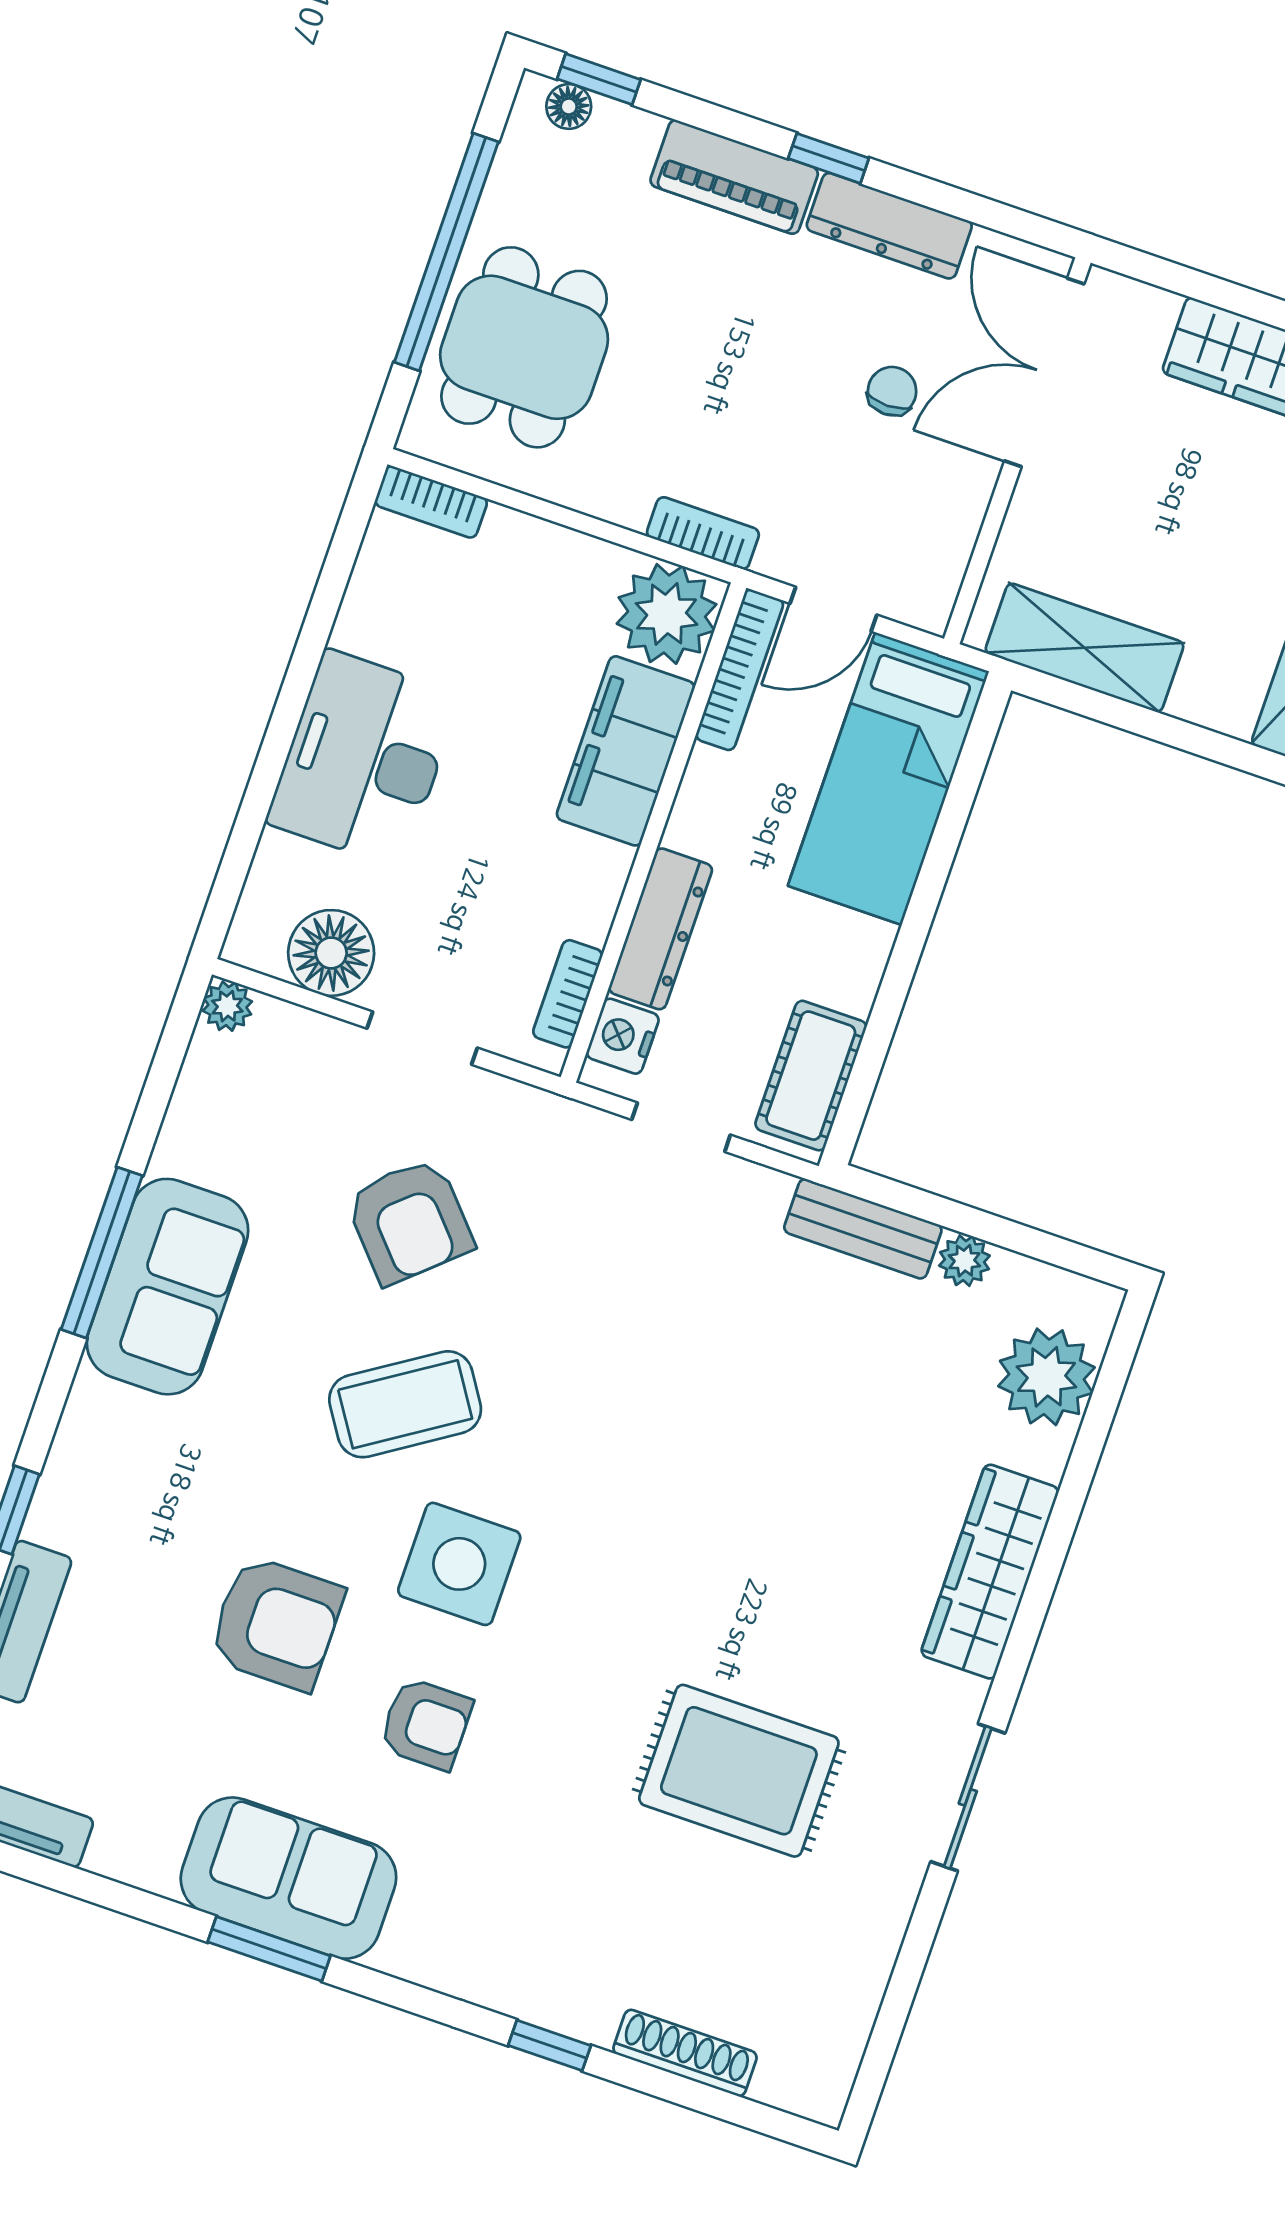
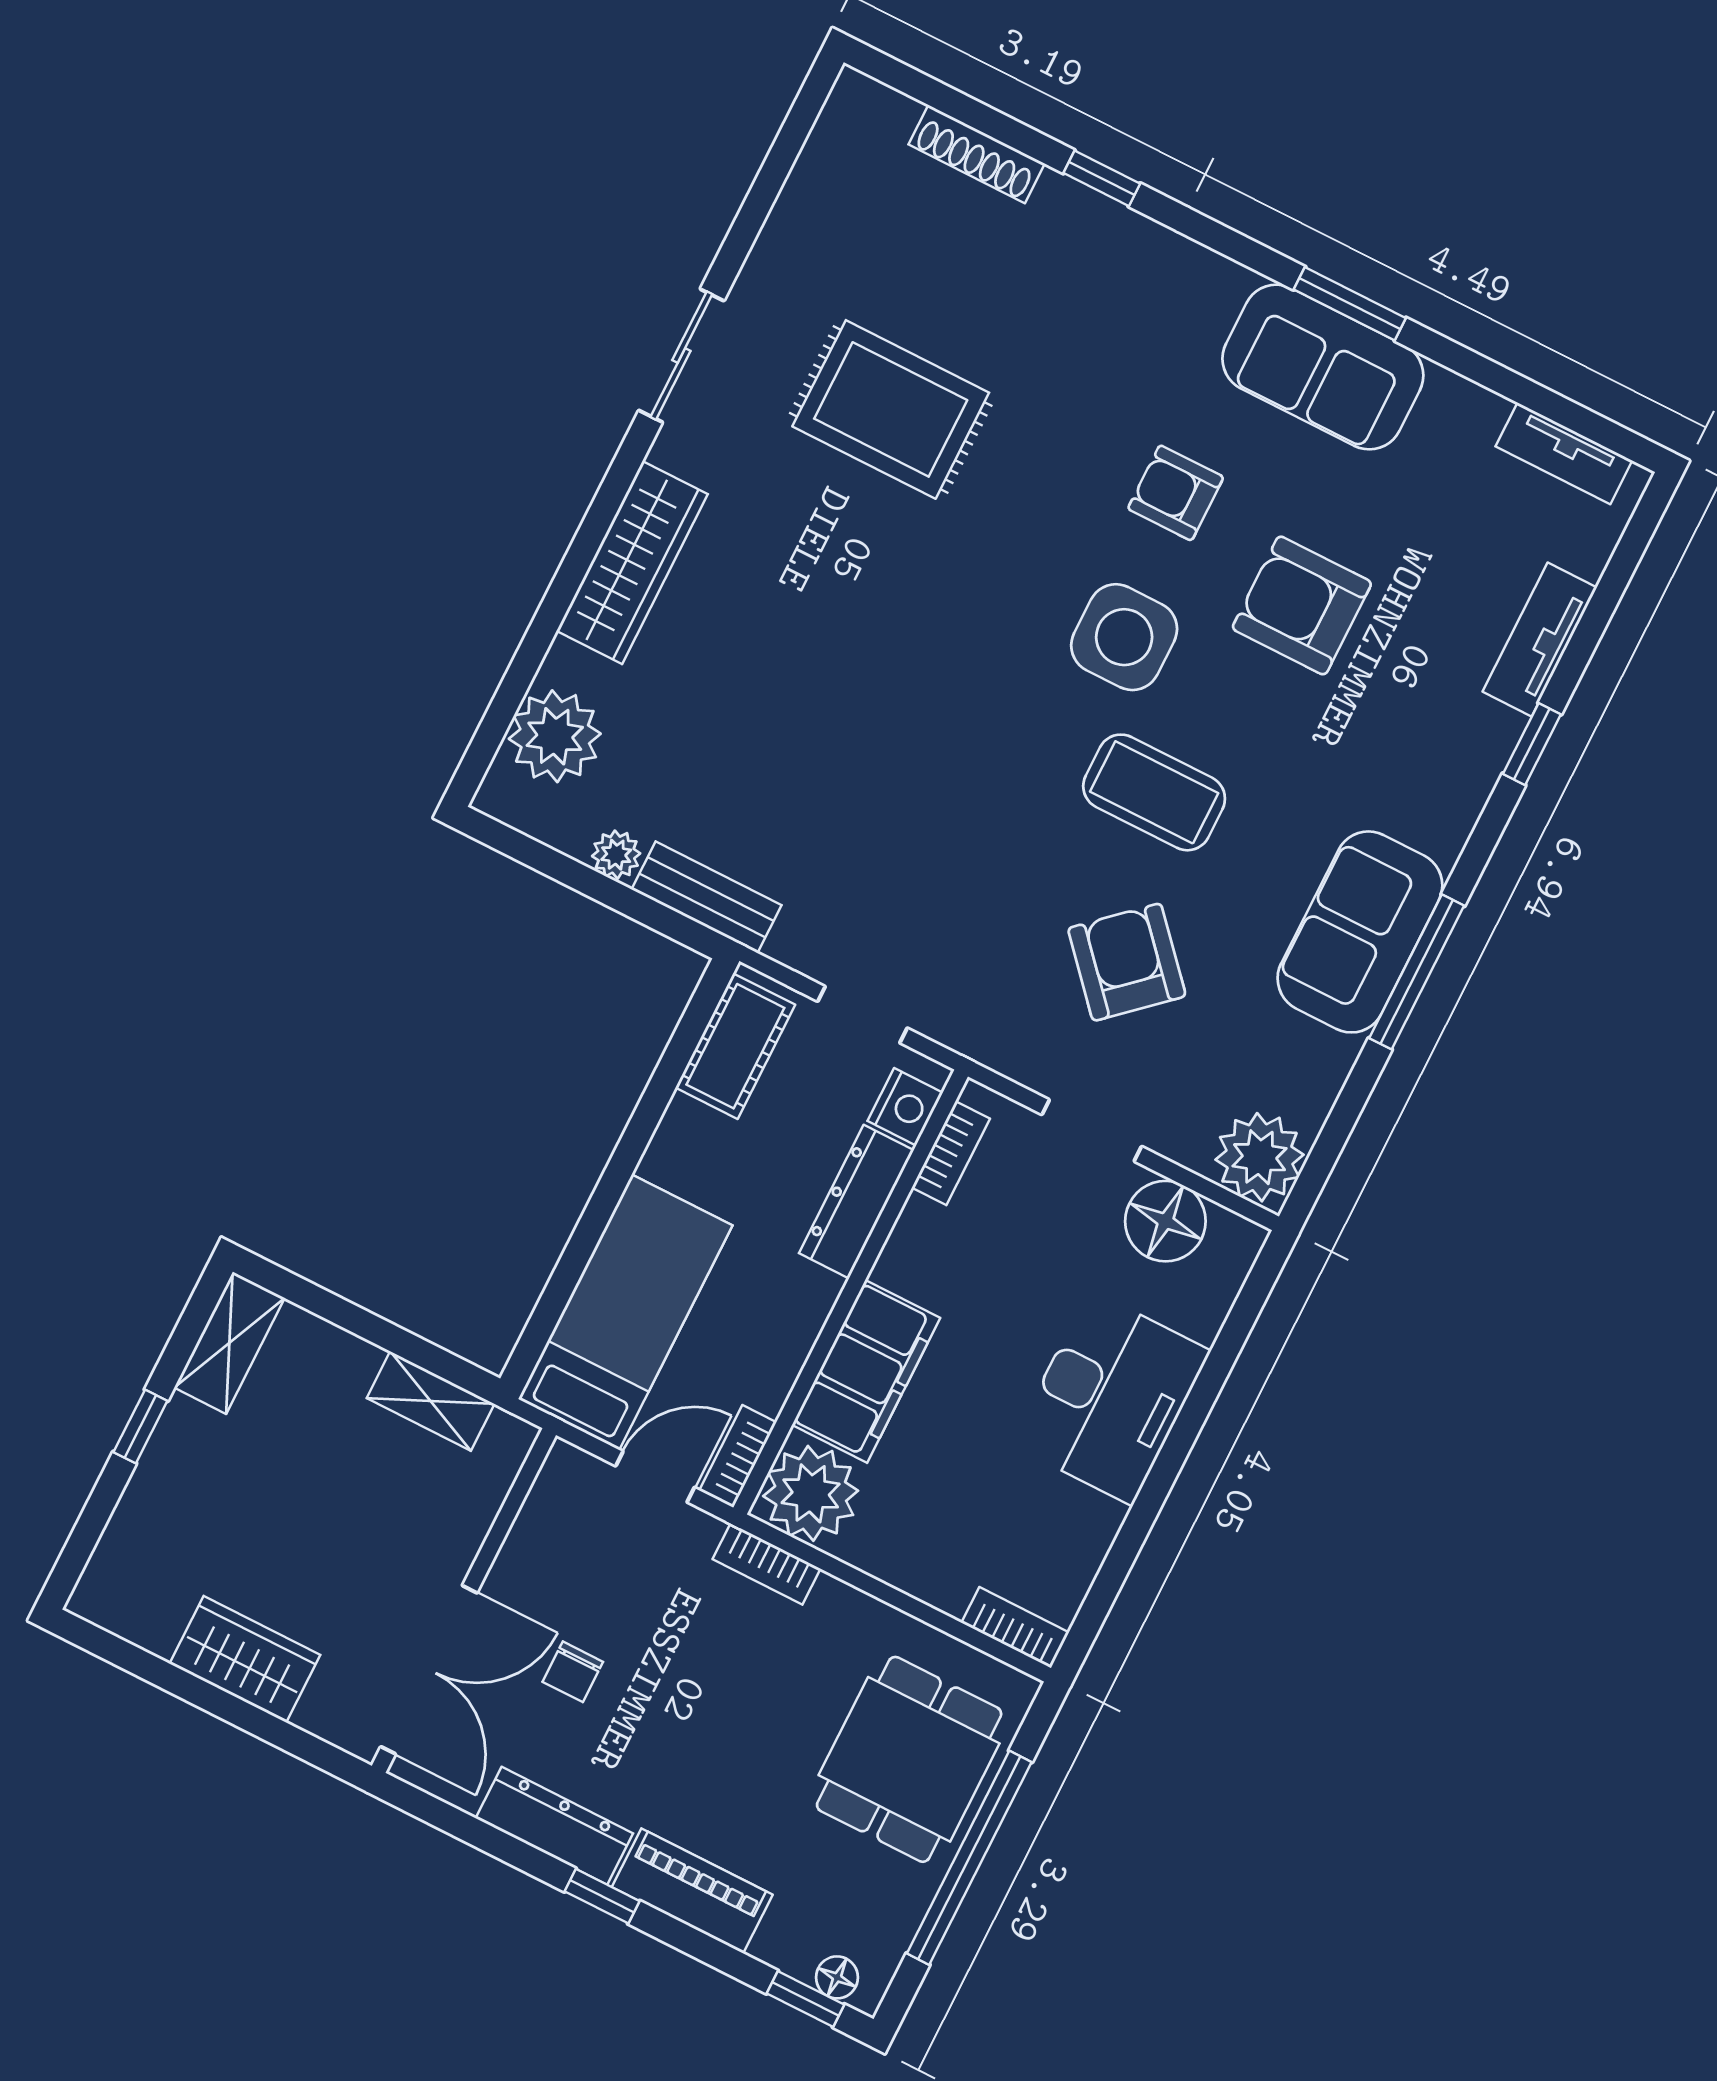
shelving: (1084, 648) -> (431, 1401), width x0.67, depth x0.75
bookcase: (740, 670) -> (738, 1456), width x0.64
plant: (227, 1006) -> (1260, 1157), width x1.88, depth x1.88
coffee table: (405, 1404) -> (1154, 792), turned 33

